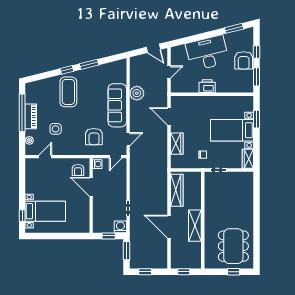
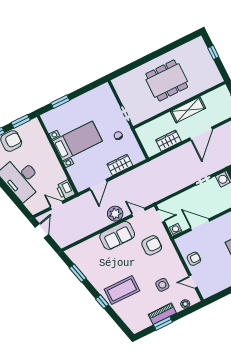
window: (89, 64) -> (78, 273), moved
printer: (207, 86) -> (65, 190), moved
plant: (137, 93) -> (115, 214), moved
sofa: (117, 105) -> (117, 235), width x0.73
window: (22, 113) -> (163, 323), width x0.47
bed with nightstands: (232, 130) -> (77, 141), moved, turned -90
wardrobe: (248, 159) -> (101, 91), removed
armchair: (78, 170) -> (194, 259), moved
door: (91, 187) -> (200, 225), swing flipped
wardrobe: (177, 190) -> (168, 141), width x0.67
dining table: (233, 246) -> (167, 80), moved

